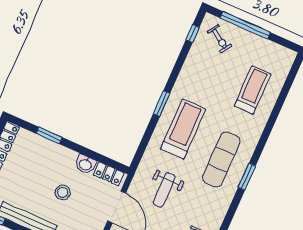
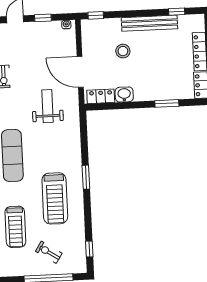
exercise bike: (220, 39) -> (49, 252), moved
treadmill: (183, 129) -> (55, 198), moved
stool: (63, 192) -> (123, 51), moved

